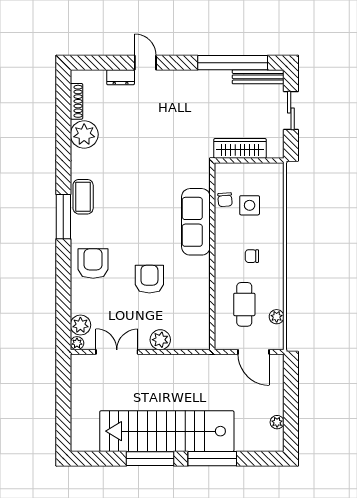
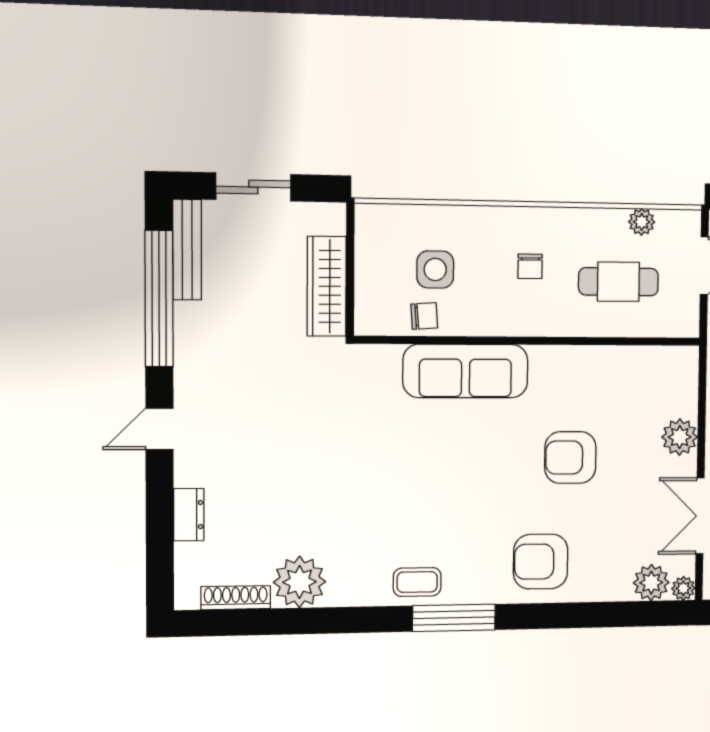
door: (145, 63) -> (159, 429), moved
coffee table: (83, 197) -> (417, 582), width x0.73, depth x0.77

